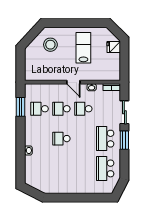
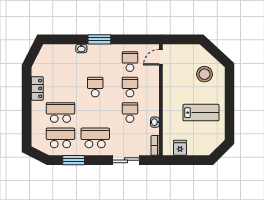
fridge: (114, 47) -> (180, 148), moved
door: (73, 82) -> (161, 57), moved
window: (20, 107) -> (99, 39), moved
window: (124, 140) -> (74, 160), moved
school desk: (83, 168) -> (60, 112), added
locker: (63, 188) -> (37, 88), added

